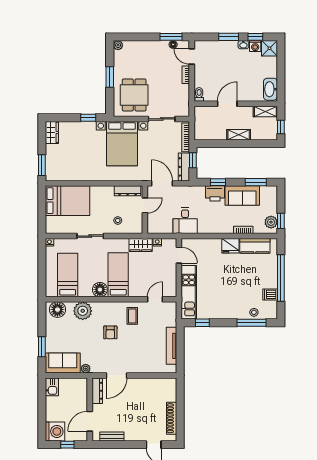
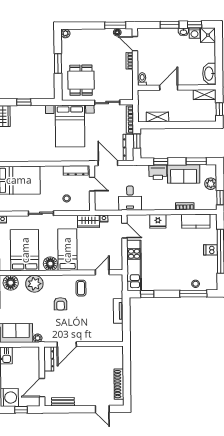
window: (88, 118) -> (24, 102), moved
shelving: (239, 135) -> (157, 117), moved
door: (145, 205) -> (92, 184), hinge flipped
plant: (271, 222) -> (211, 184), moved
fridge: (230, 246) -> (158, 221), moved
bed: (68, 275) -> (25, 250), width x1.50
dishwasher: (270, 294) -> (210, 250), moved
tv unit: (171, 346) -> (118, 311), width x0.71

